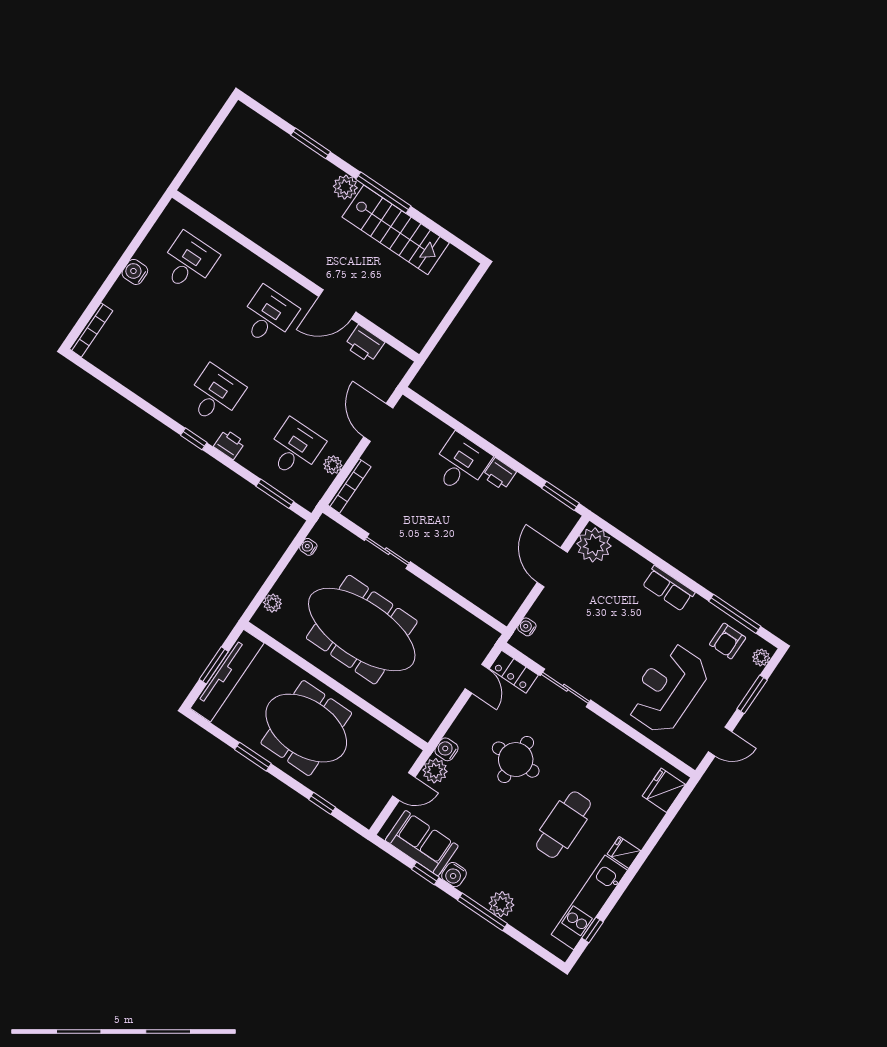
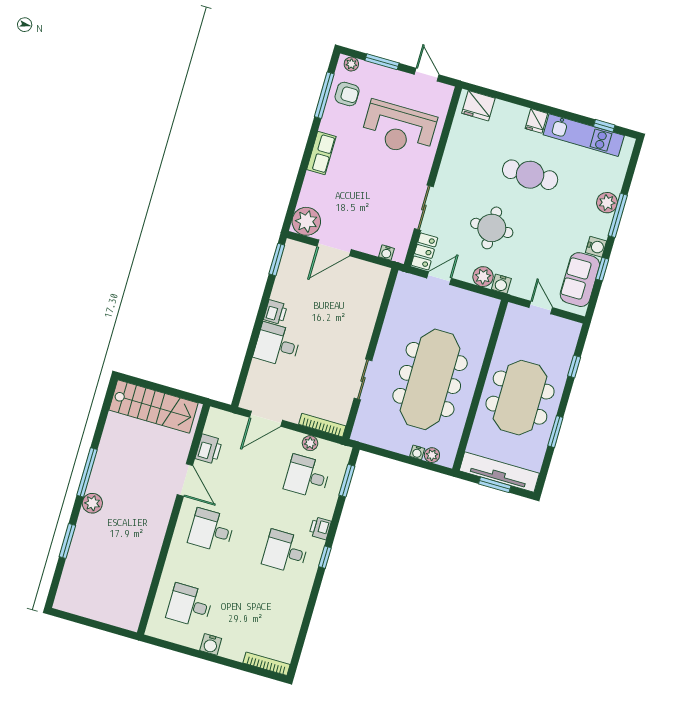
stairs: (396, 230) -> (154, 407), moved, turned 90
water cooler: (308, 547) -> (417, 452), moved
plant: (435, 771) -> (483, 277), moved

